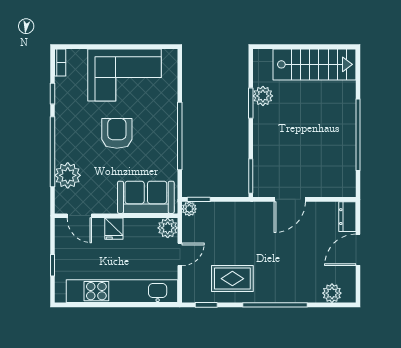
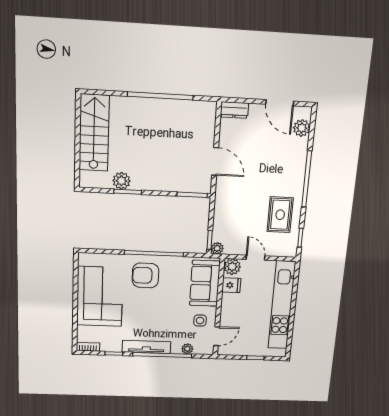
tv unit: (63, 132) -> (146, 347), added
armchair: (117, 133) -> (145, 275), moved
plant: (68, 175) -> (187, 349), width x0.53, depth x0.53
side table: (99, 195) -> (200, 321), added
fridge: (114, 229) -> (231, 285), moved
door: (358, 250) -> (280, 103), moved

